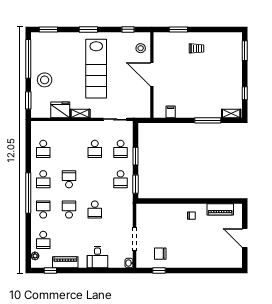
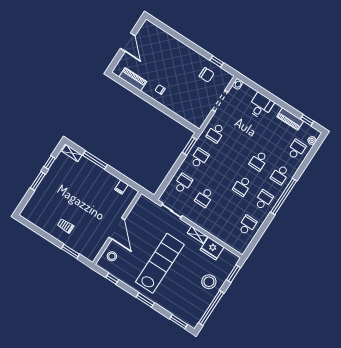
window: (245, 51) -> (38, 181), moved
school desk: (95, 149) -> (204, 197), turned 180
window: (135, 156) -> (174, 169), removed
school desk: (95, 210) -> (216, 133), moved, turned 180

